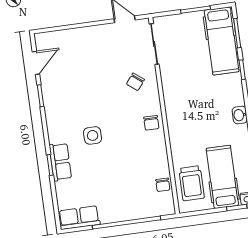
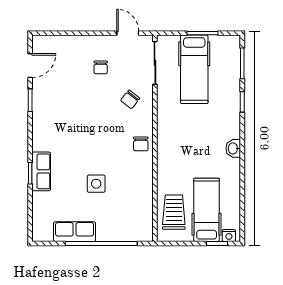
hospital bed: (222, 41) -> (194, 69), moved
side table: (93, 135) -> (96, 184), moved
trolley: (192, 183) -> (174, 212), turned 180
chair: (163, 185) -> (101, 67), moved
row of seats: (79, 218) -> (75, 232), moved

